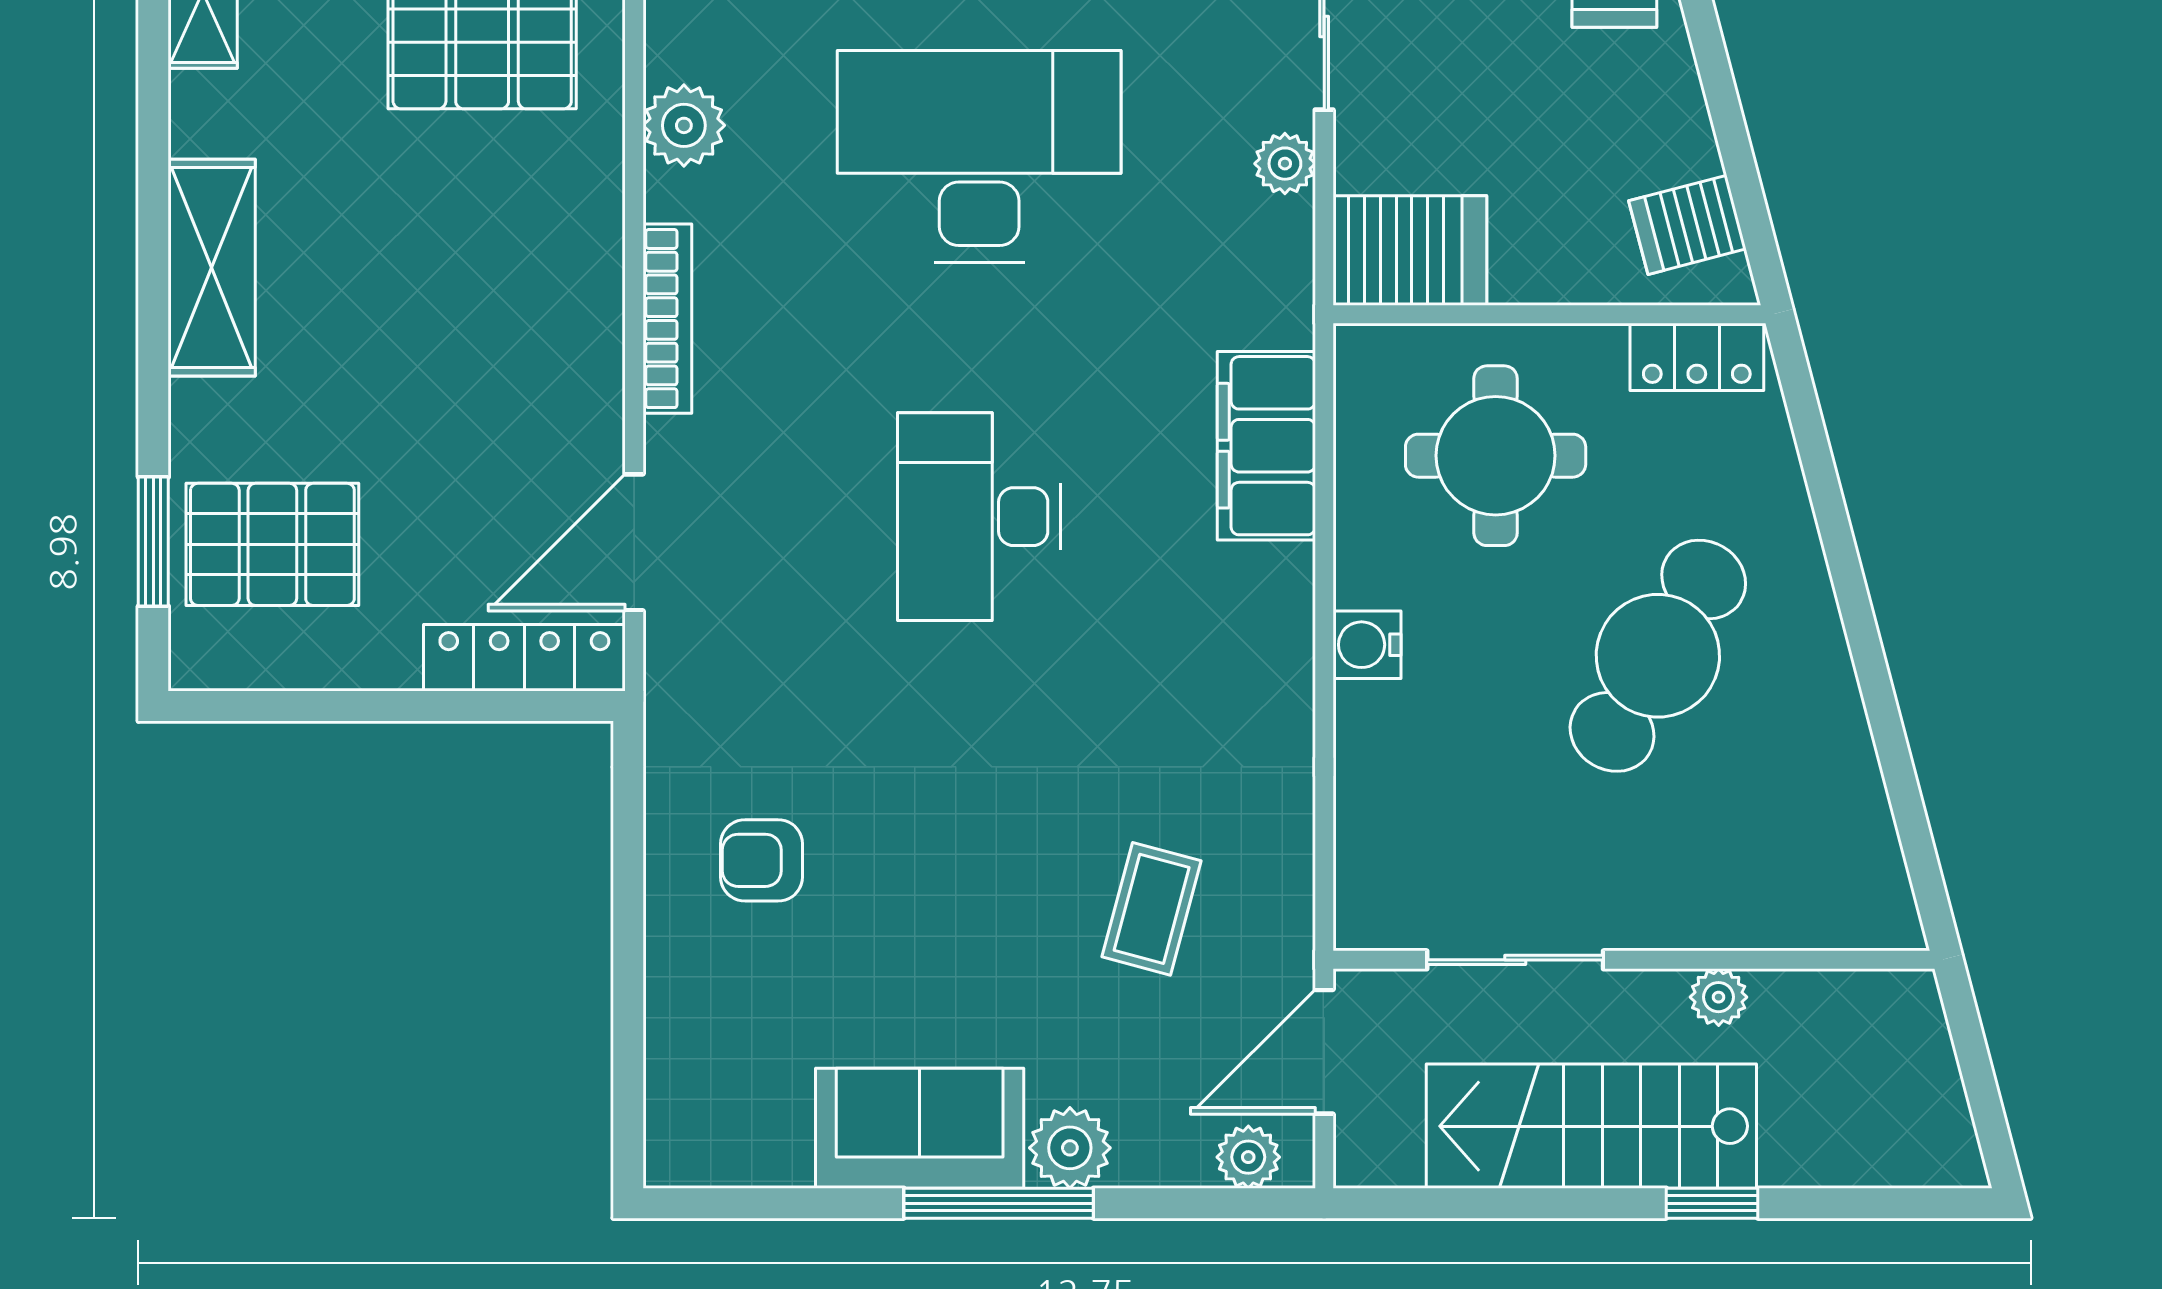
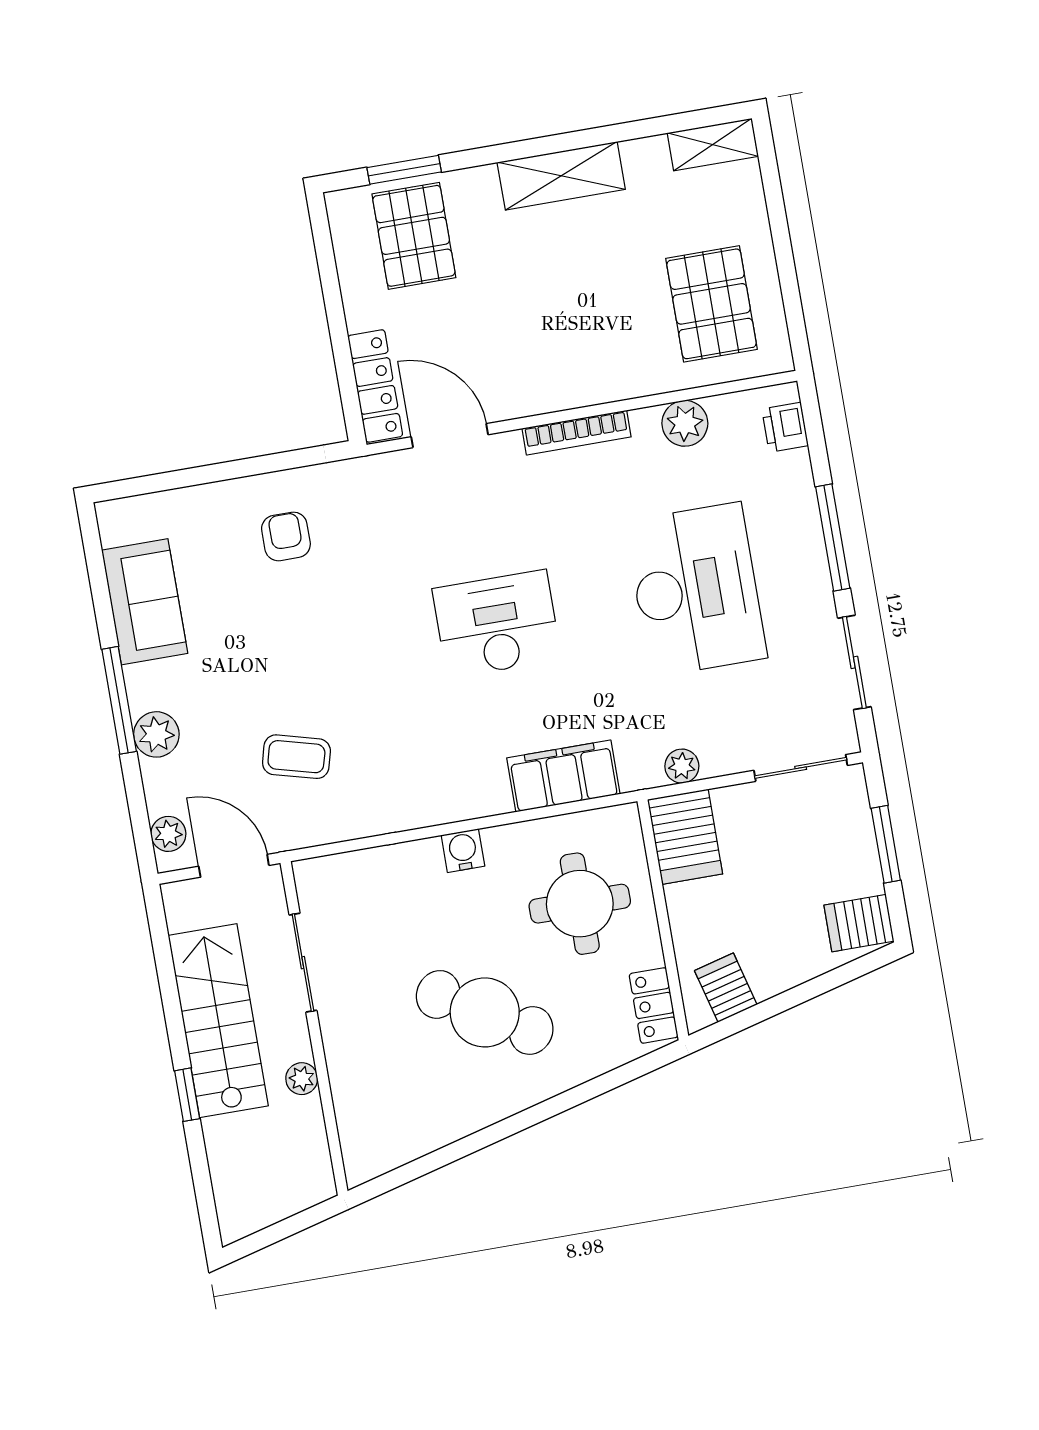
plant: (1285, 164) -> (682, 766), moved
sofa: (920, 1128) -> (145, 602), moved

